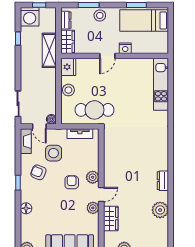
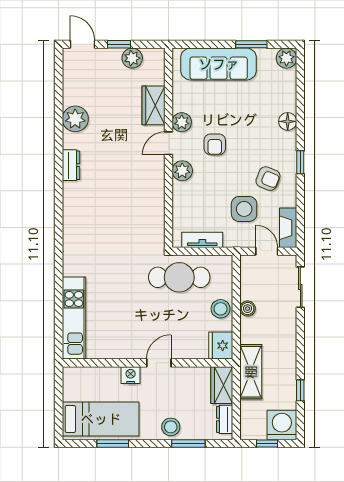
boiler: (51, 119) -> (248, 309), moved
armchair: (72, 182) -> (215, 144), moved

